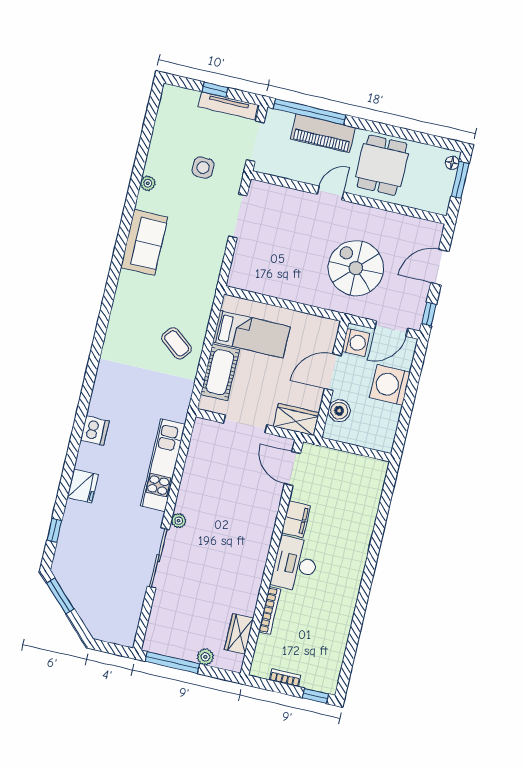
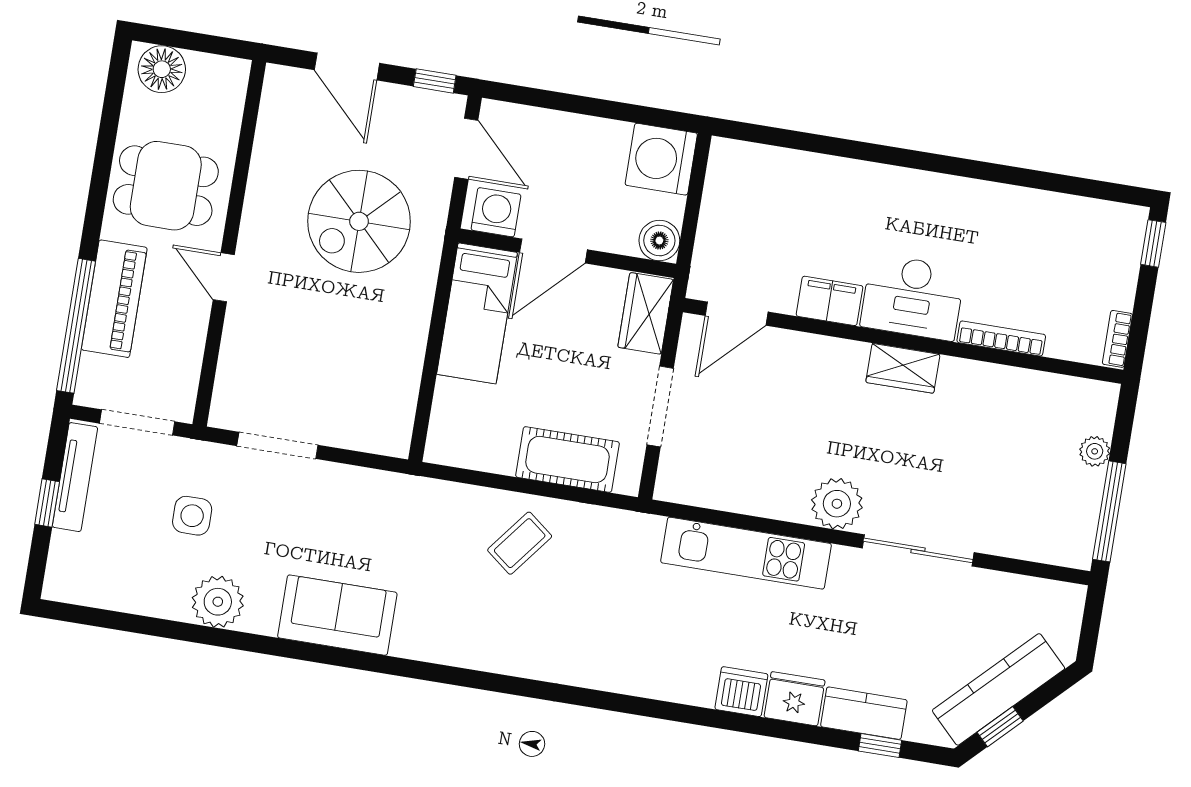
floor lamp: (452, 163) -> (162, 69), width x1.89, depth x1.89
window: (460, 180) -> (183, 40), removed
plant: (148, 183) -> (218, 602), width x1.87, depth x1.87
bed: (251, 334) -> (477, 313), moved, turned 180
door: (333, 372) -> (553, 251), hinge flipped
washing machine: (390, 385) -> (661, 159), moved, turned 90
boiler: (339, 411) -> (659, 241), moved
dishwasher: (95, 431) -> (741, 692), moved
plant: (179, 521) -> (837, 504), width x1.87, depth x1.87
kitchen counter: (72, 523) -> (864, 713), added
window: (60, 596) -> (1000, 727), width x0.67
kitchen counter: (80, 596) -> (999, 689), added
wardrobe: (239, 634) -> (903, 368), moved
bookcase: (285, 678) -> (1117, 339), moved

